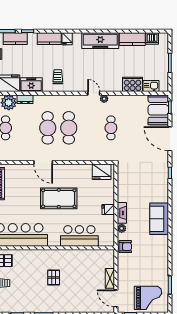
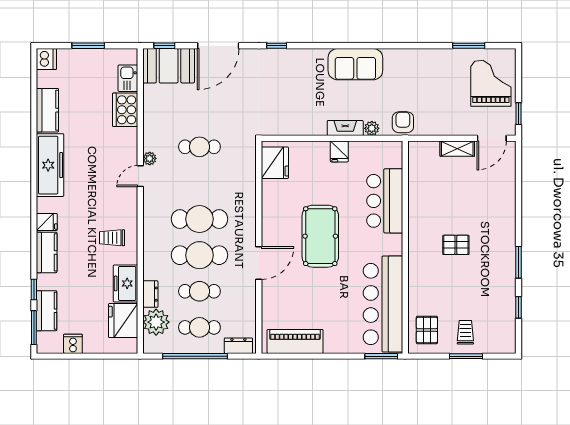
dishwasher: (152, 39) -> (46, 59), moved
cafe table: (27, 128) -> (199, 291), added

